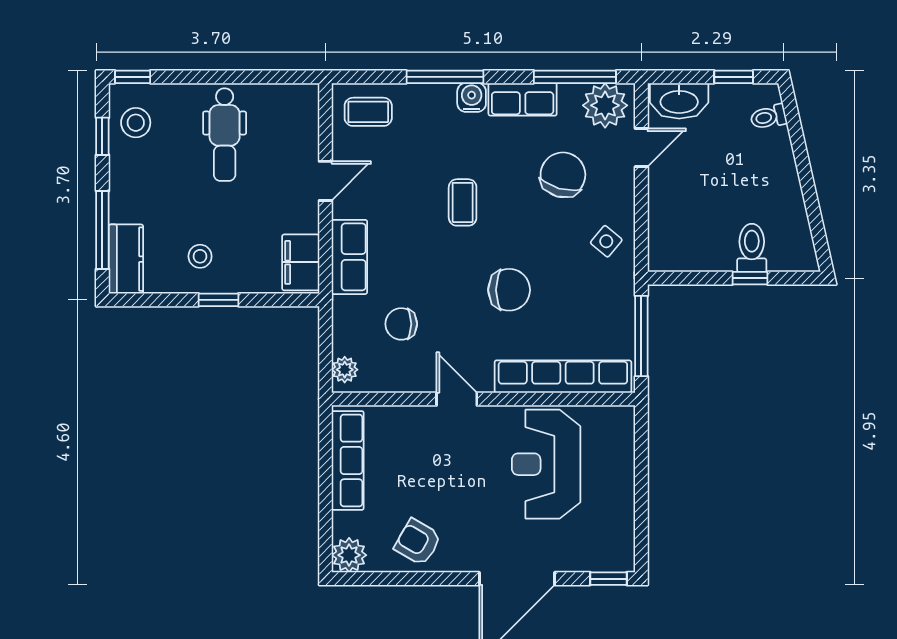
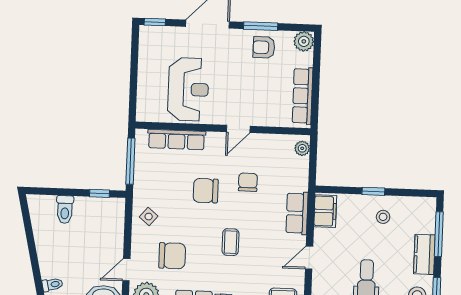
chair: (563, 175) -> (172, 256), turned -106
kitchen counter: (126, 259) -> (424, 254), moved
window: (750, 278) -> (99, 193), moved
chair: (401, 324) -> (248, 182), moved, turned -90
row of seats: (563, 377) -> (177, 139), width x0.73
door: (457, 399) -> (238, 129), hinge flipped
armchair: (418, 542) -> (264, 47), turned 150
window: (425, 579) -> (261, 26), added

